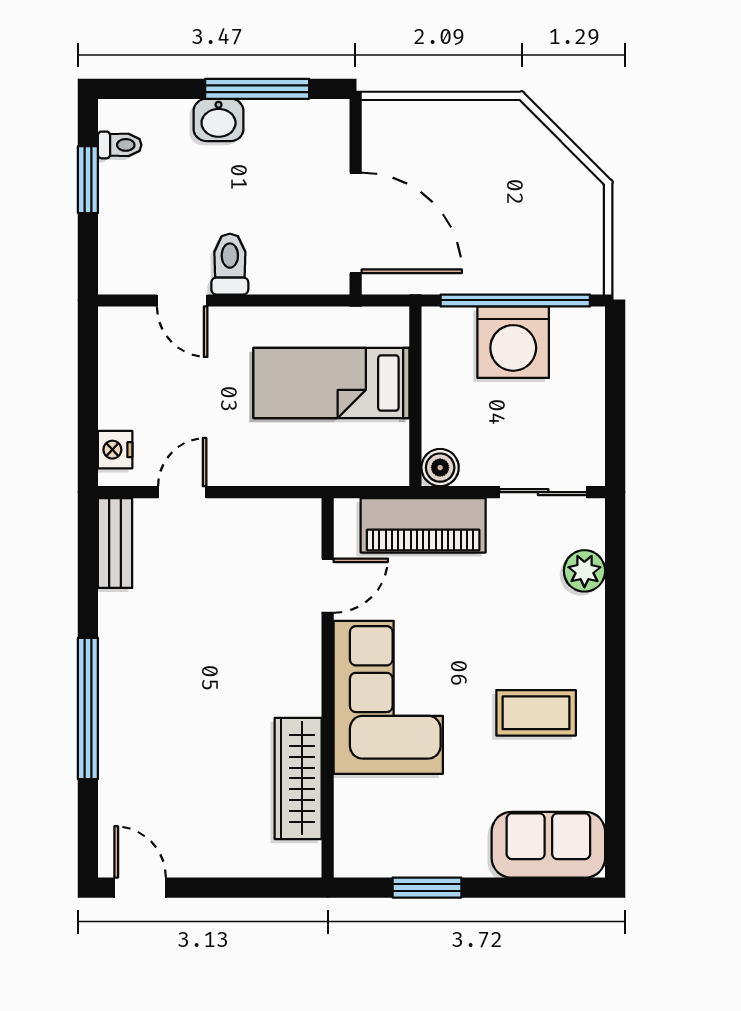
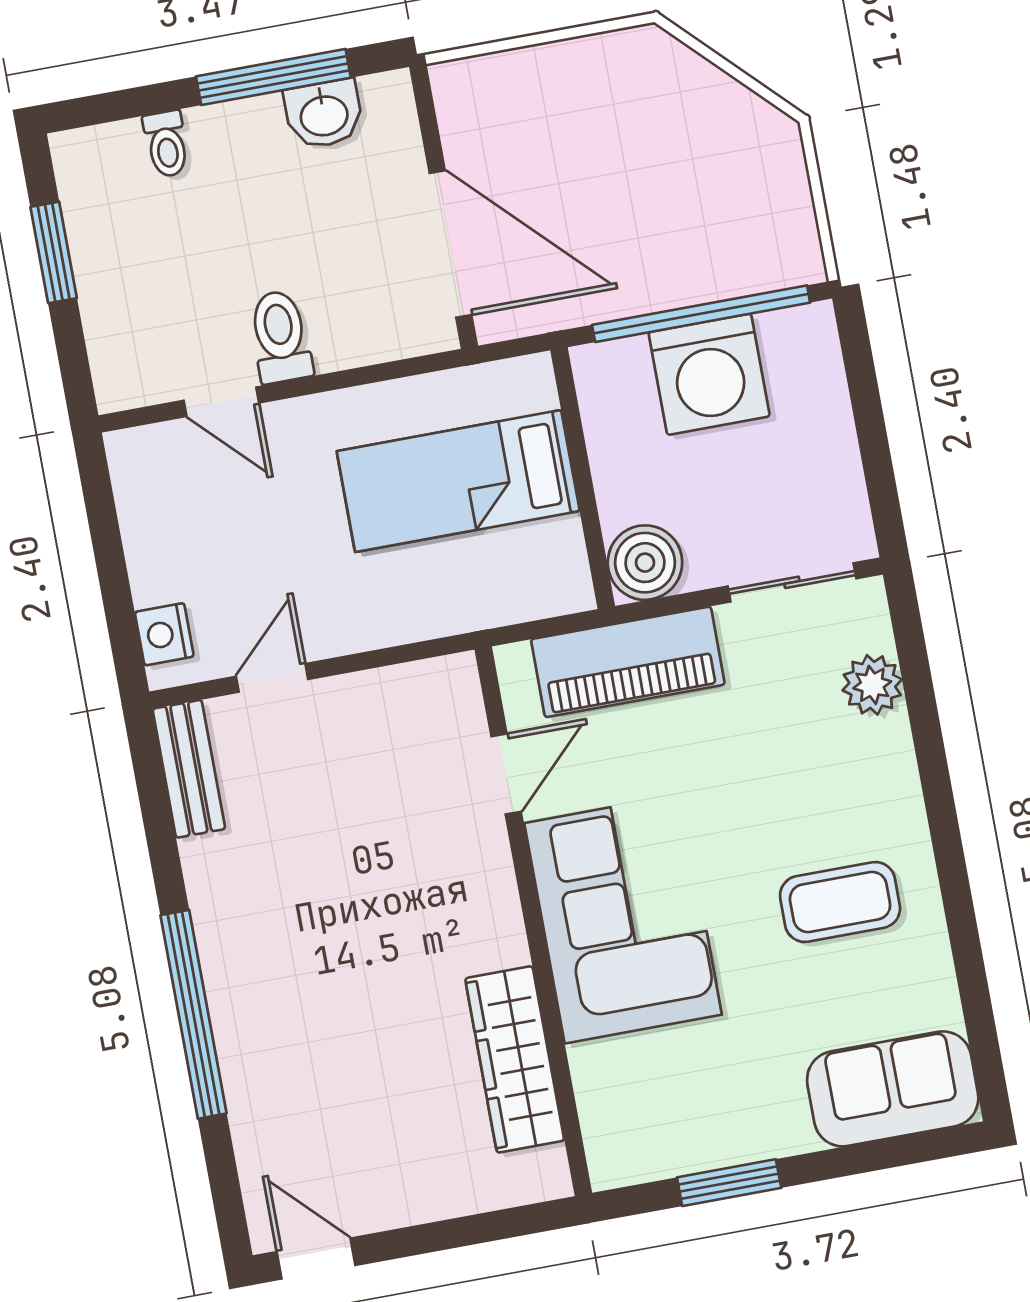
washbasin: (219, 120) -> (324, 114), moved
toilet: (120, 145) -> (166, 144), moved, turned 90
boiler: (440, 468) -> (645, 563), width x1.36, depth x1.36

